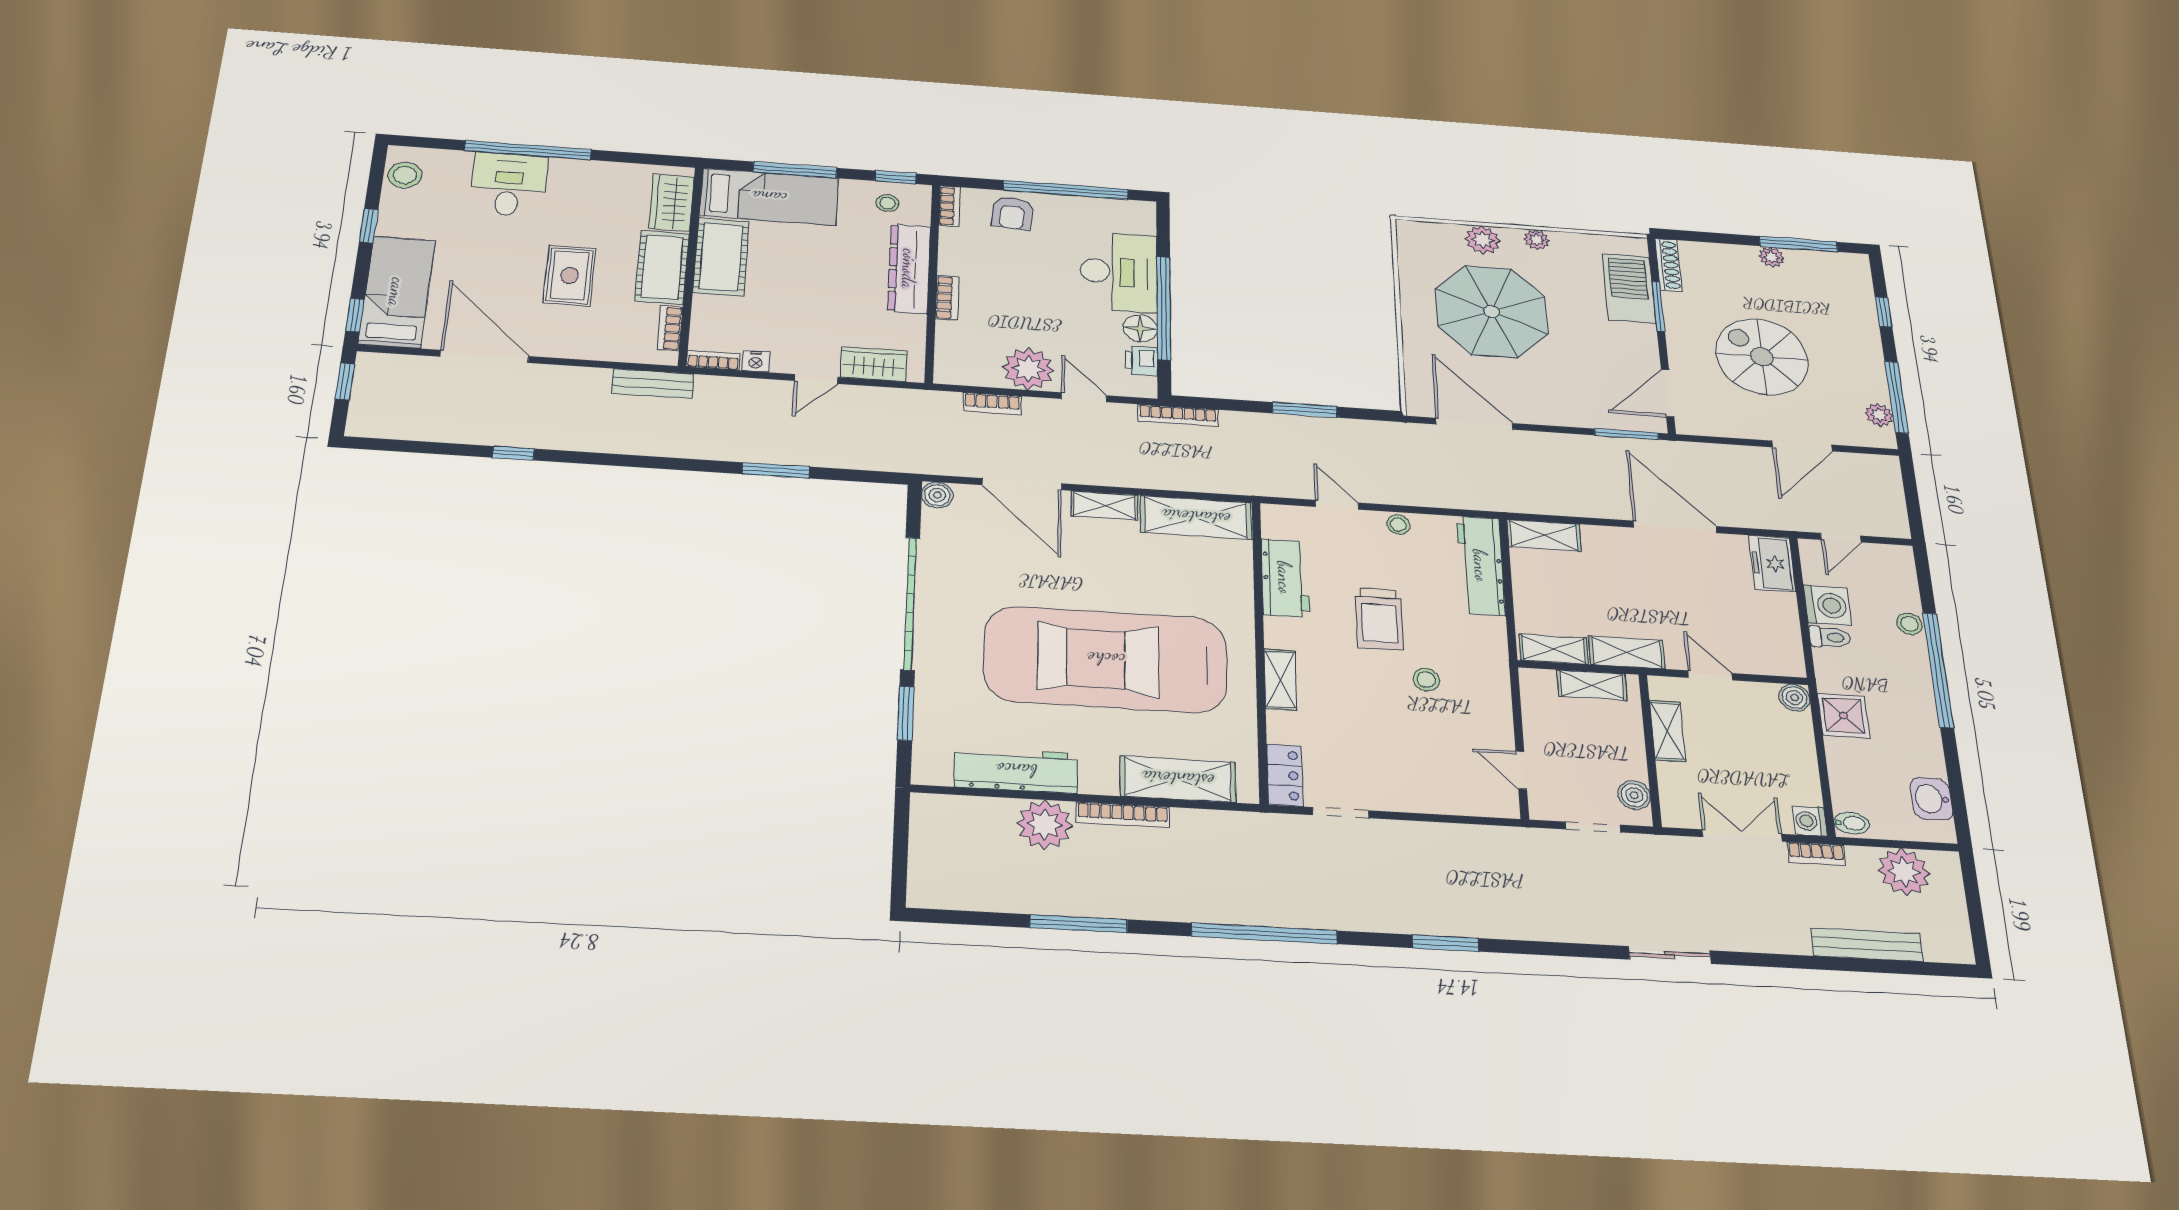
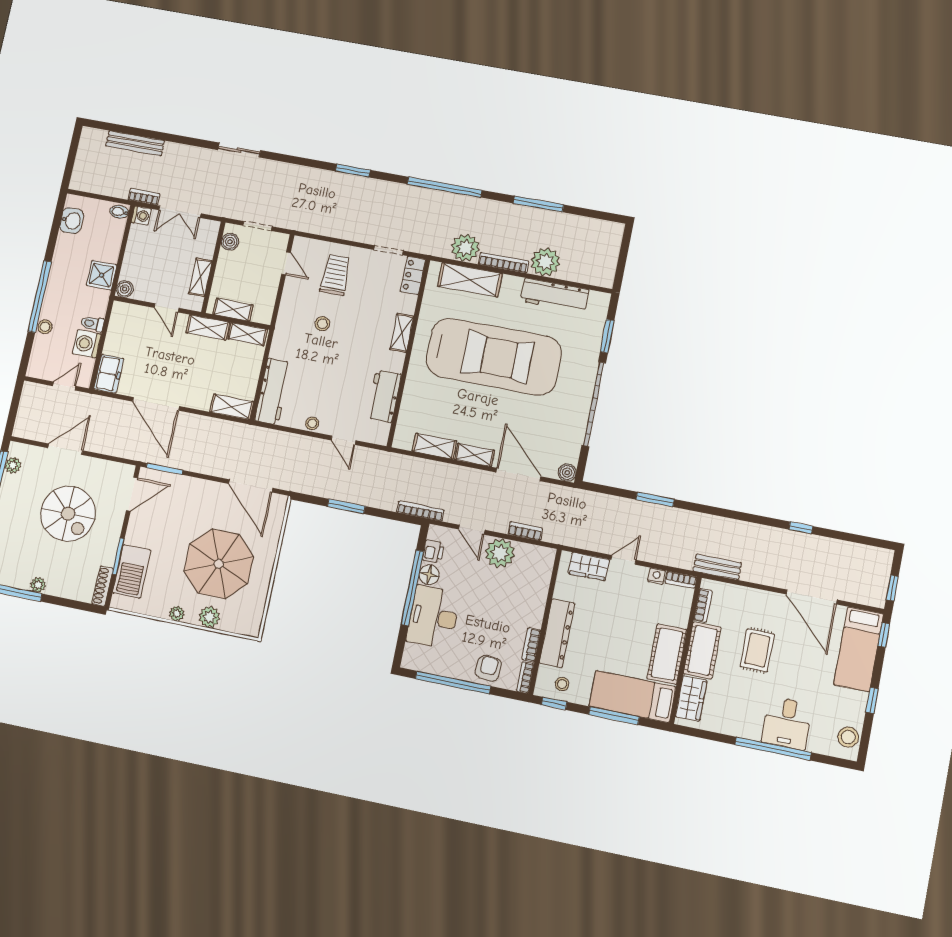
bookcase: (947, 298) -> (531, 645), moved
shelving: (1196, 517) -> (434, 446), width x0.67, depth x0.75
trolley: (1379, 619) -> (335, 275), moved
plant: (1904, 872) -> (465, 248), moved

